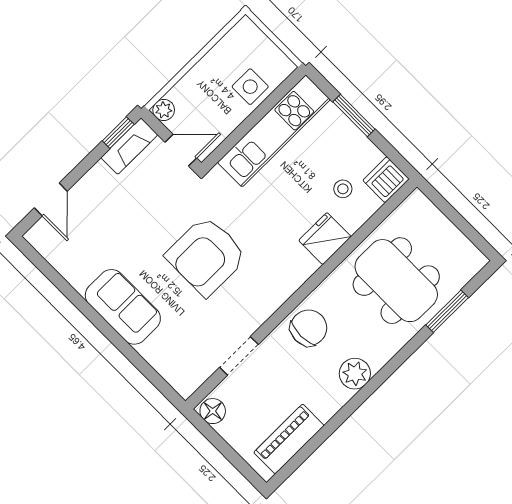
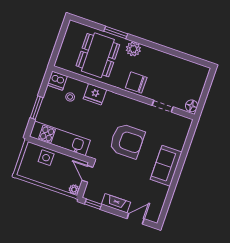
fireplace: (129, 146) -> (116, 203), moved
window: (447, 311) -> (116, 33), moved
plant: (355, 374) -> (133, 49), moved
piano: (289, 439) -> (187, 68), removed

